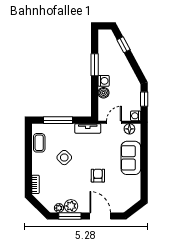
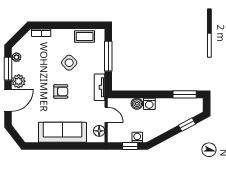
window: (95, 65) -> (185, 94), moved
washing machine: (136, 116) -> (137, 137), moved
sofa: (131, 158) -> (62, 132), width x1.36
armchair: (98, 176) -> (61, 91), moved
plant: (71, 206) -> (19, 81), moved

